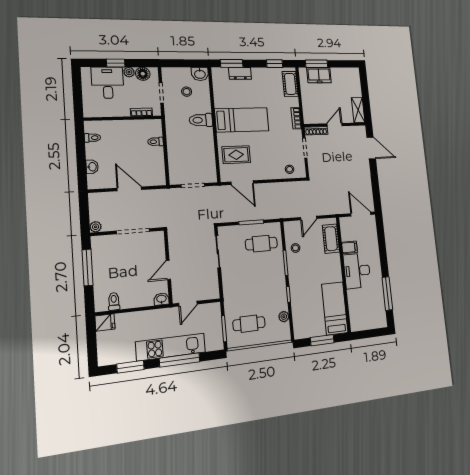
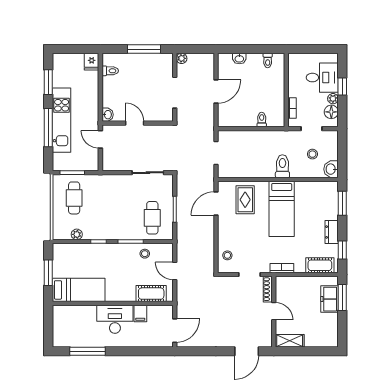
dresser: (240, 73) -> (332, 232), moved

